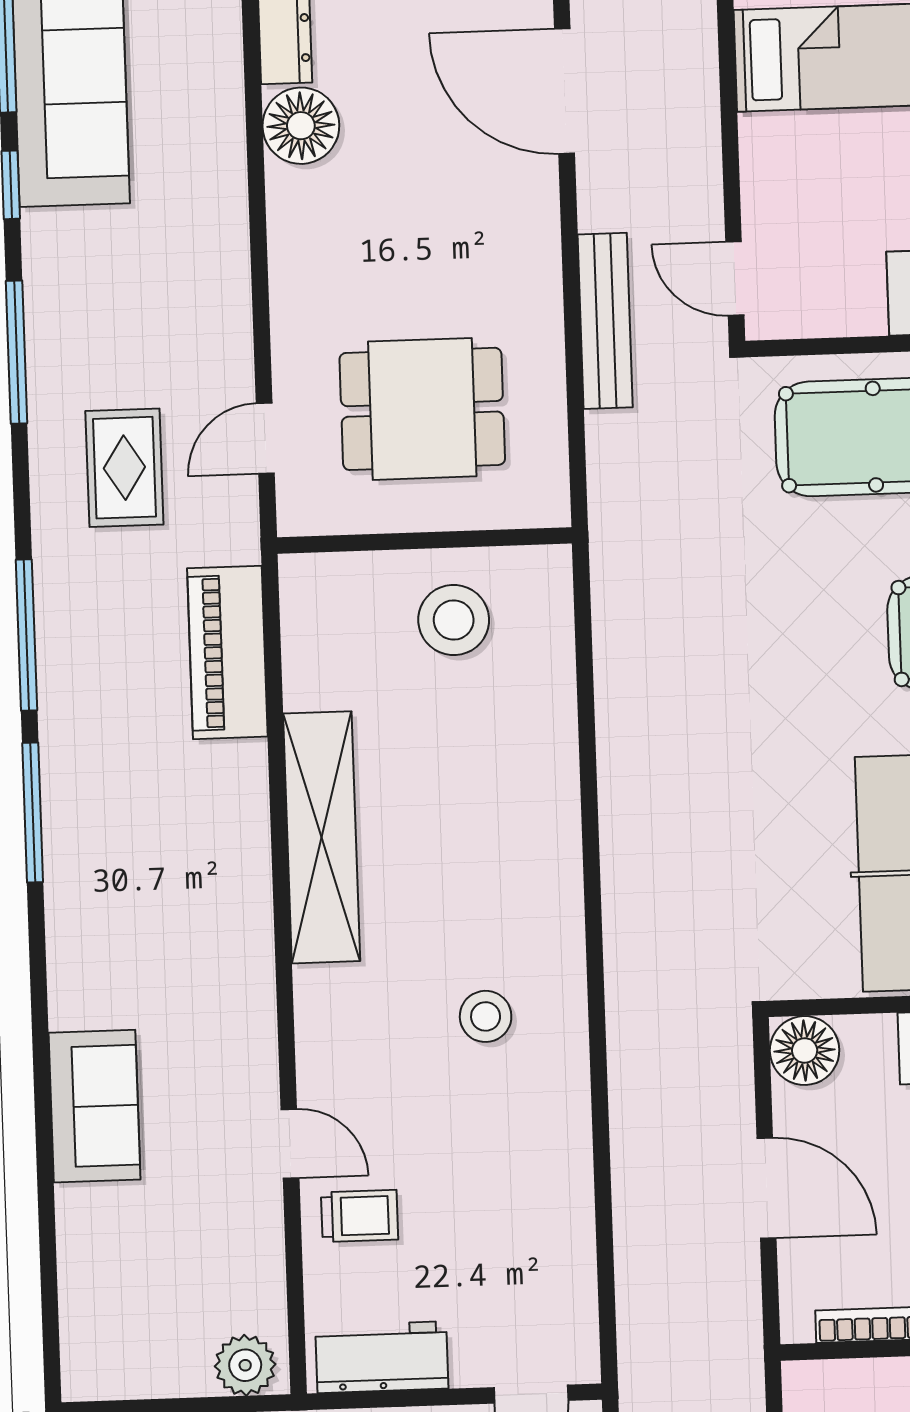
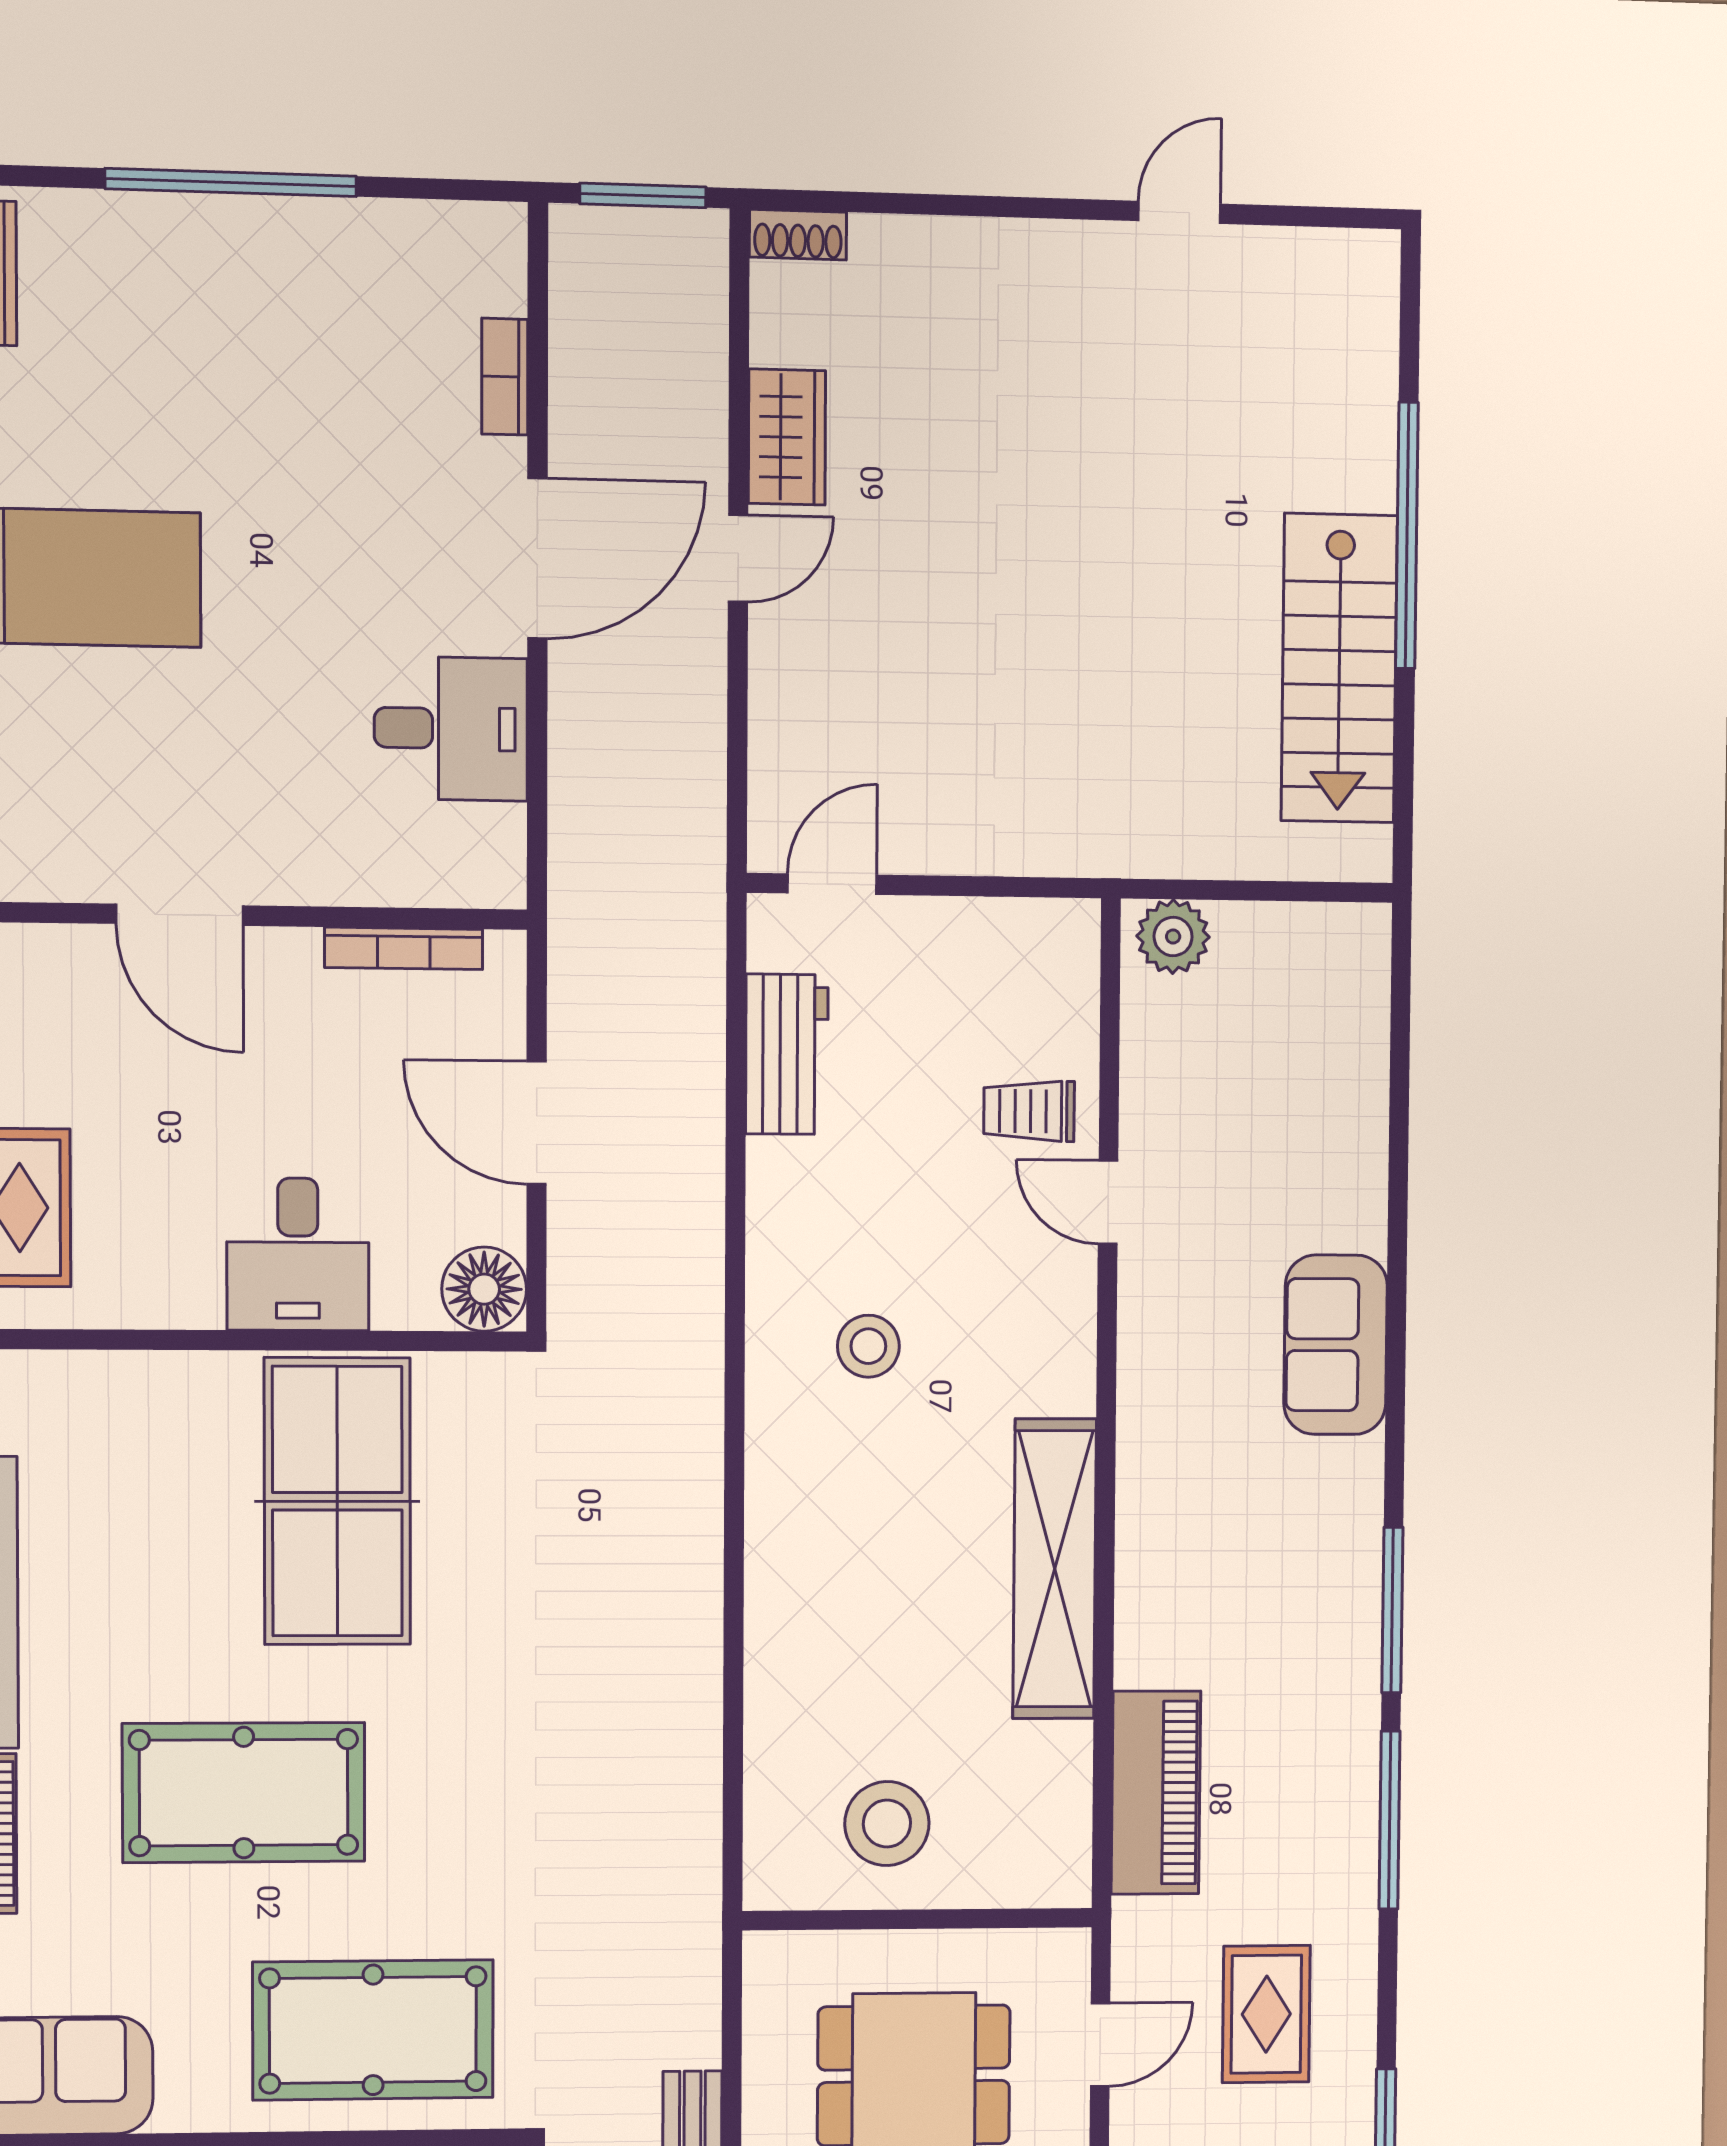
sofa: (94, 1106) -> (1336, 1345), moved
workbench: (382, 1357) -> (787, 1054), moved, turned -90

